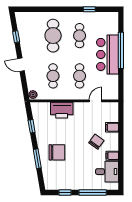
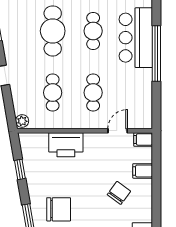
bar counter: (107, 54) -> (136, 38), moved
filing cabinet: (112, 156) -> (143, 139), moved

